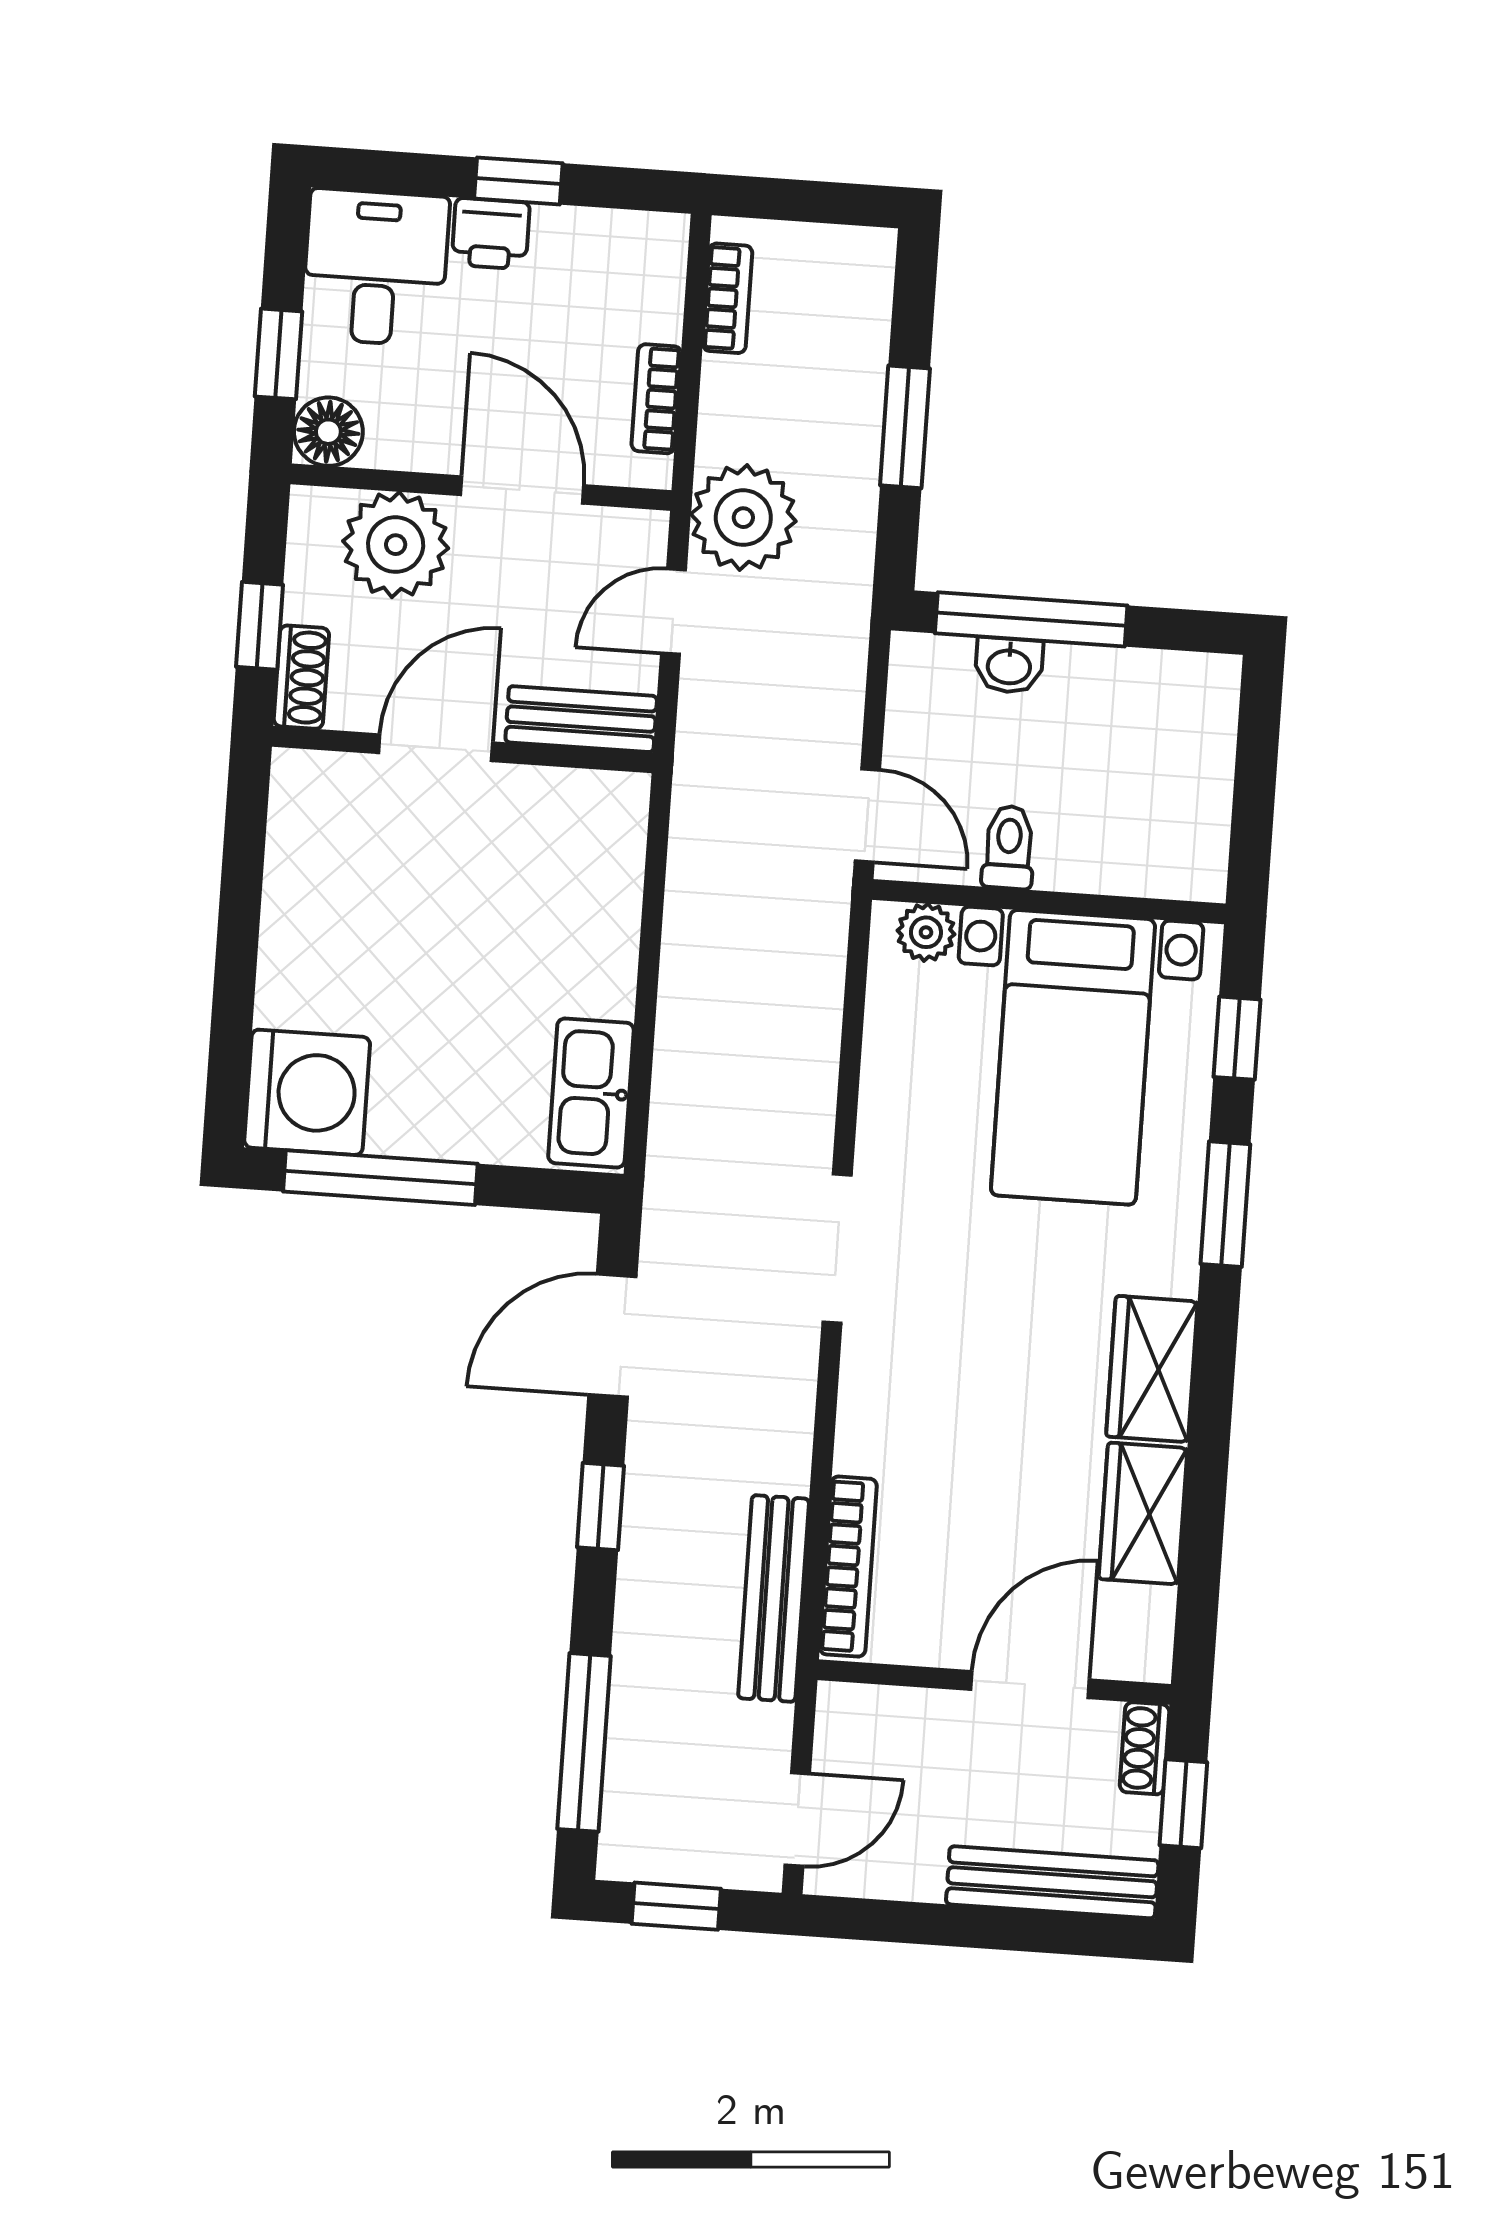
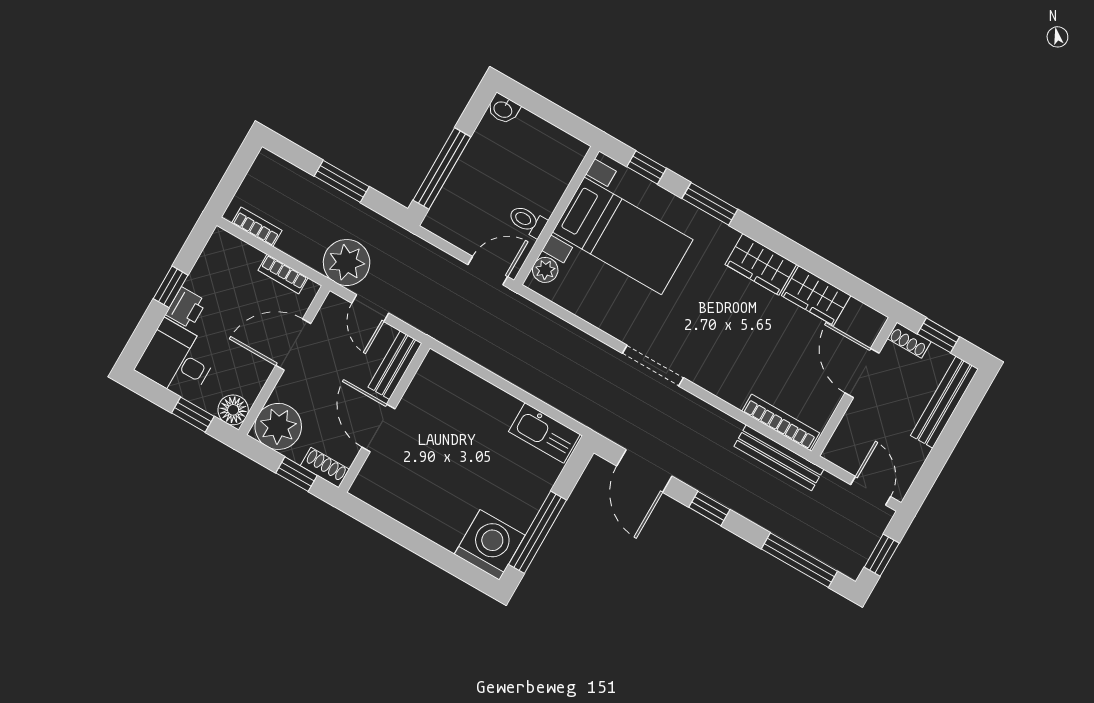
plant: (396, 545) -> (278, 426), moved
washbasin: (1009, 665) -> (503, 109), moved, turned 90

